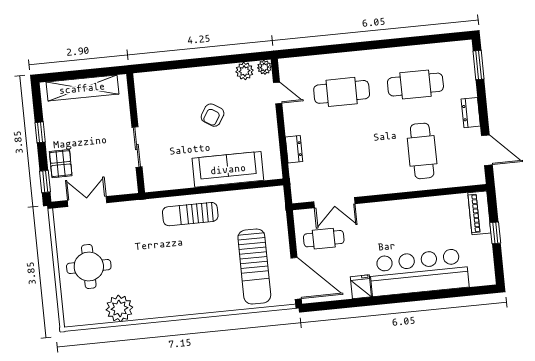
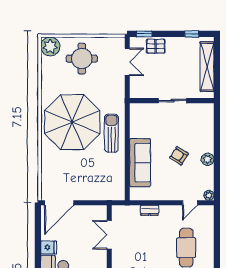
plant: (244, 71) -> (208, 159), moved
window: (40, 132) -> (192, 34), moved
sliding door: (137, 147) -> (173, 101), moved
cafe table: (324, 239) -> (85, 225), removed
sun lounger: (254, 266) -> (70, 174), removed
parasol: (180, 271) -> (72, 122), added
plant: (119, 308) -> (50, 46), moved

